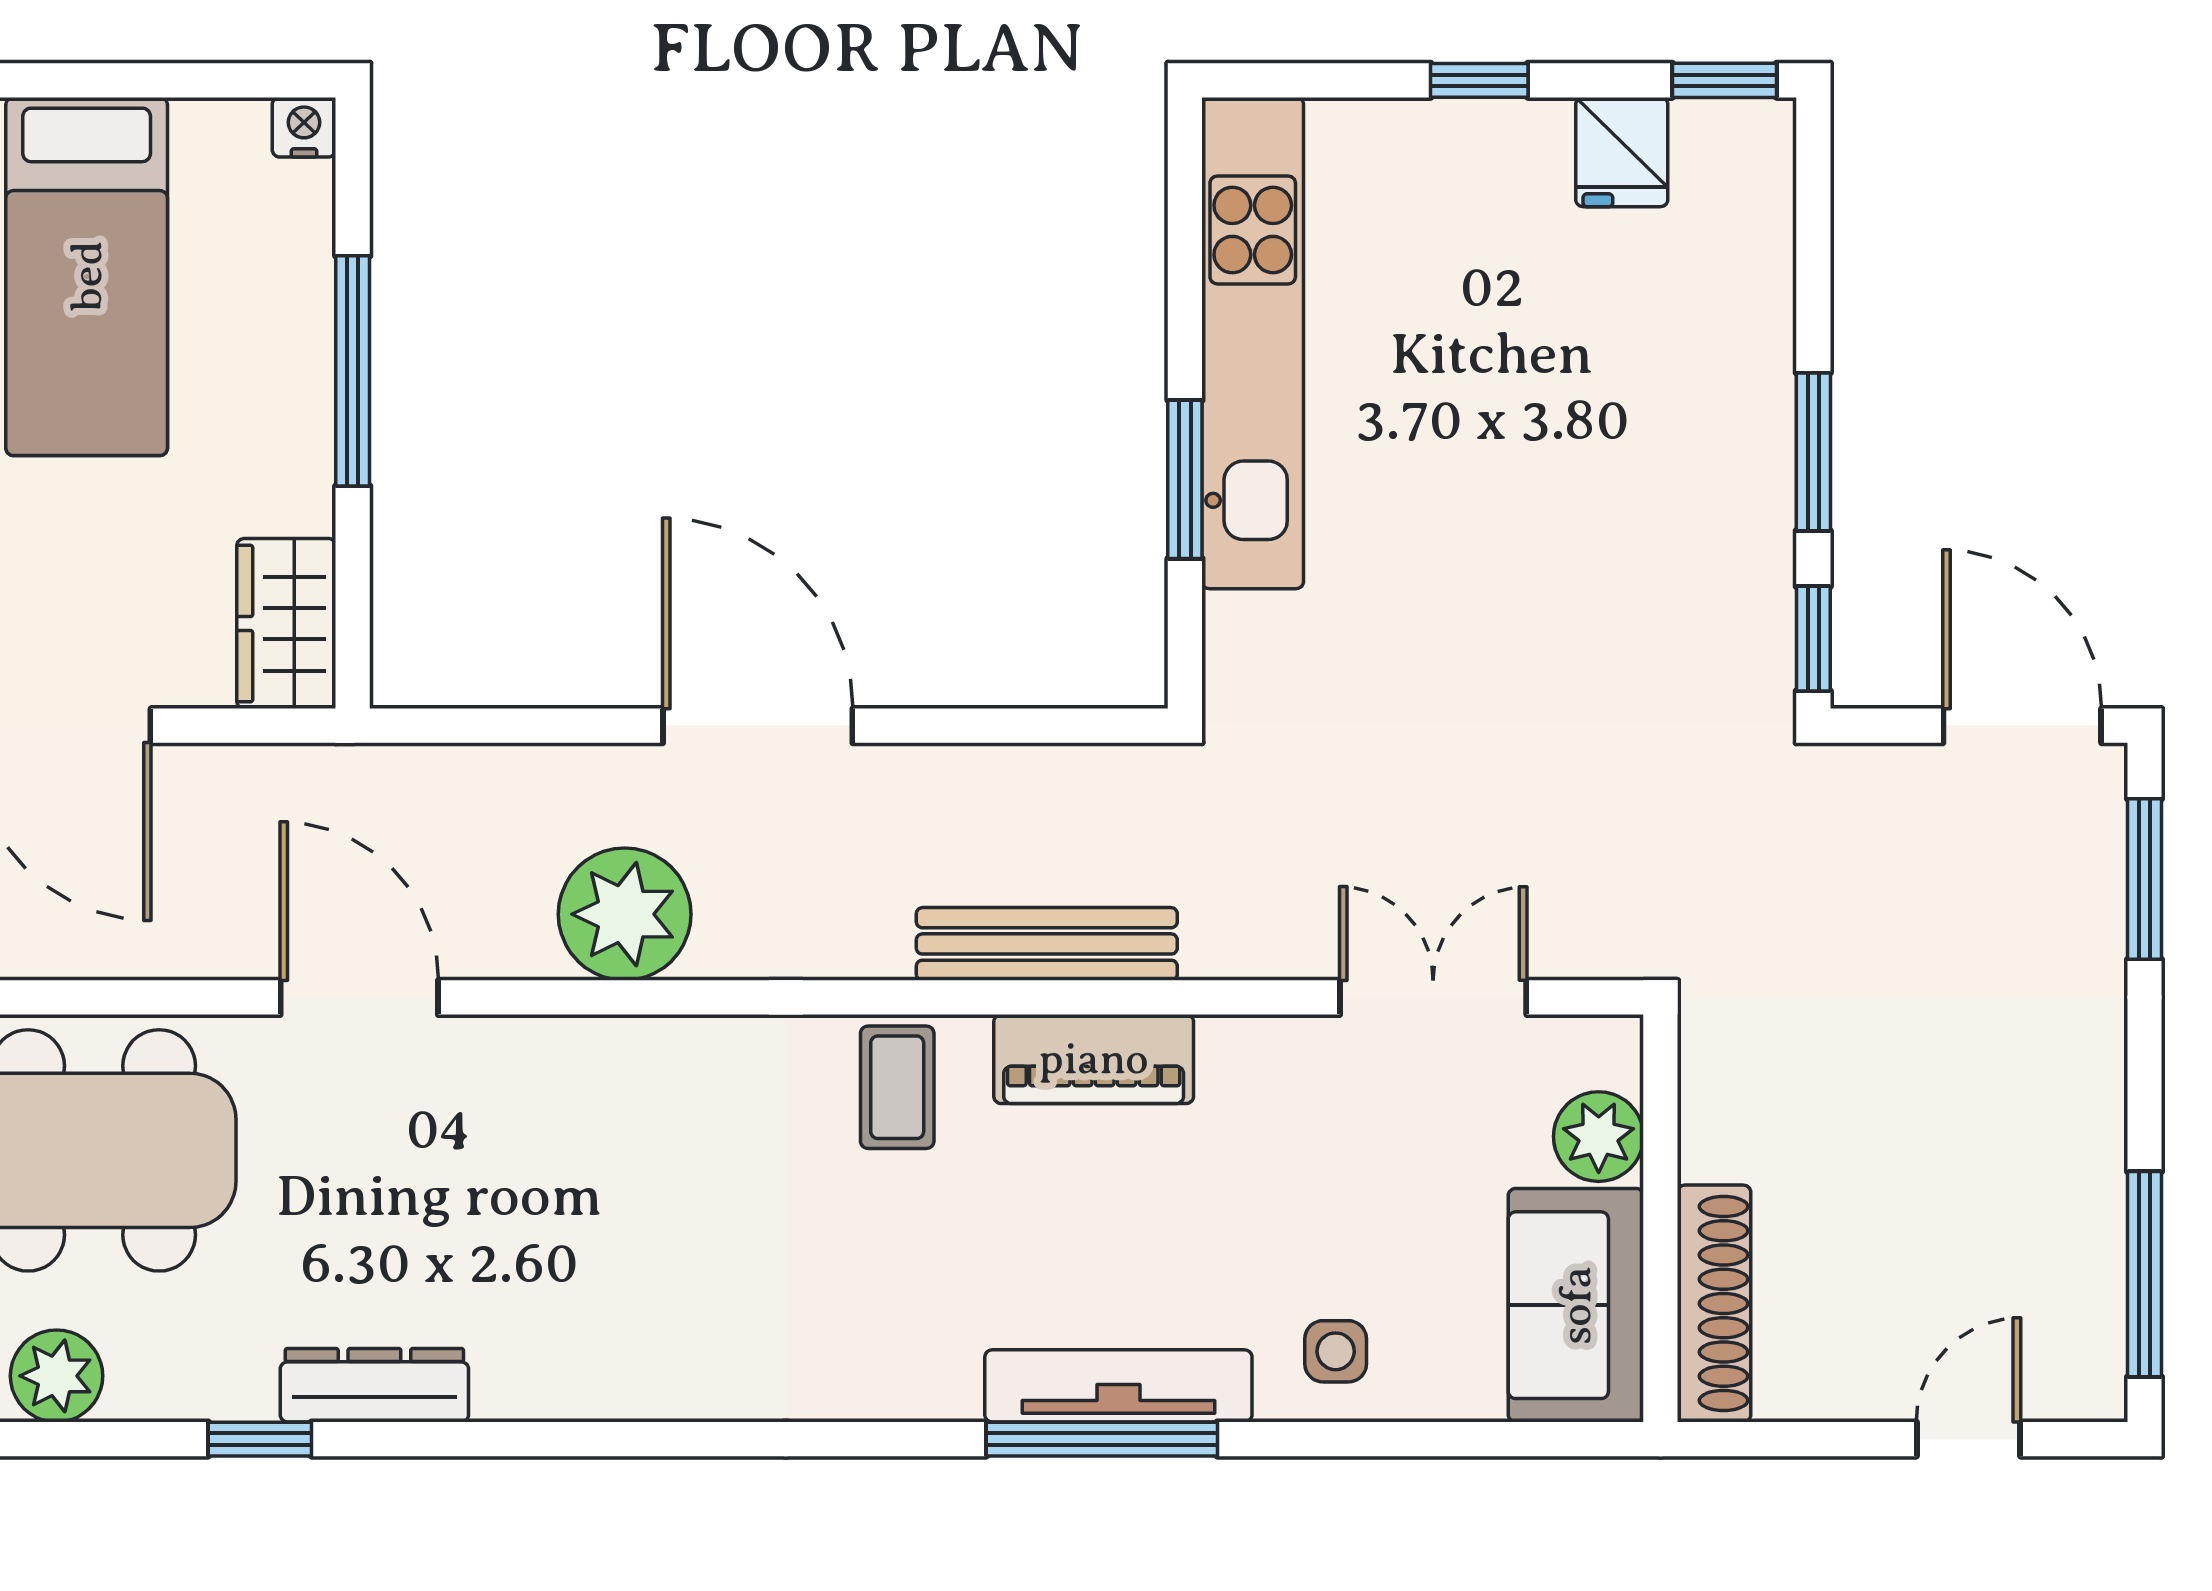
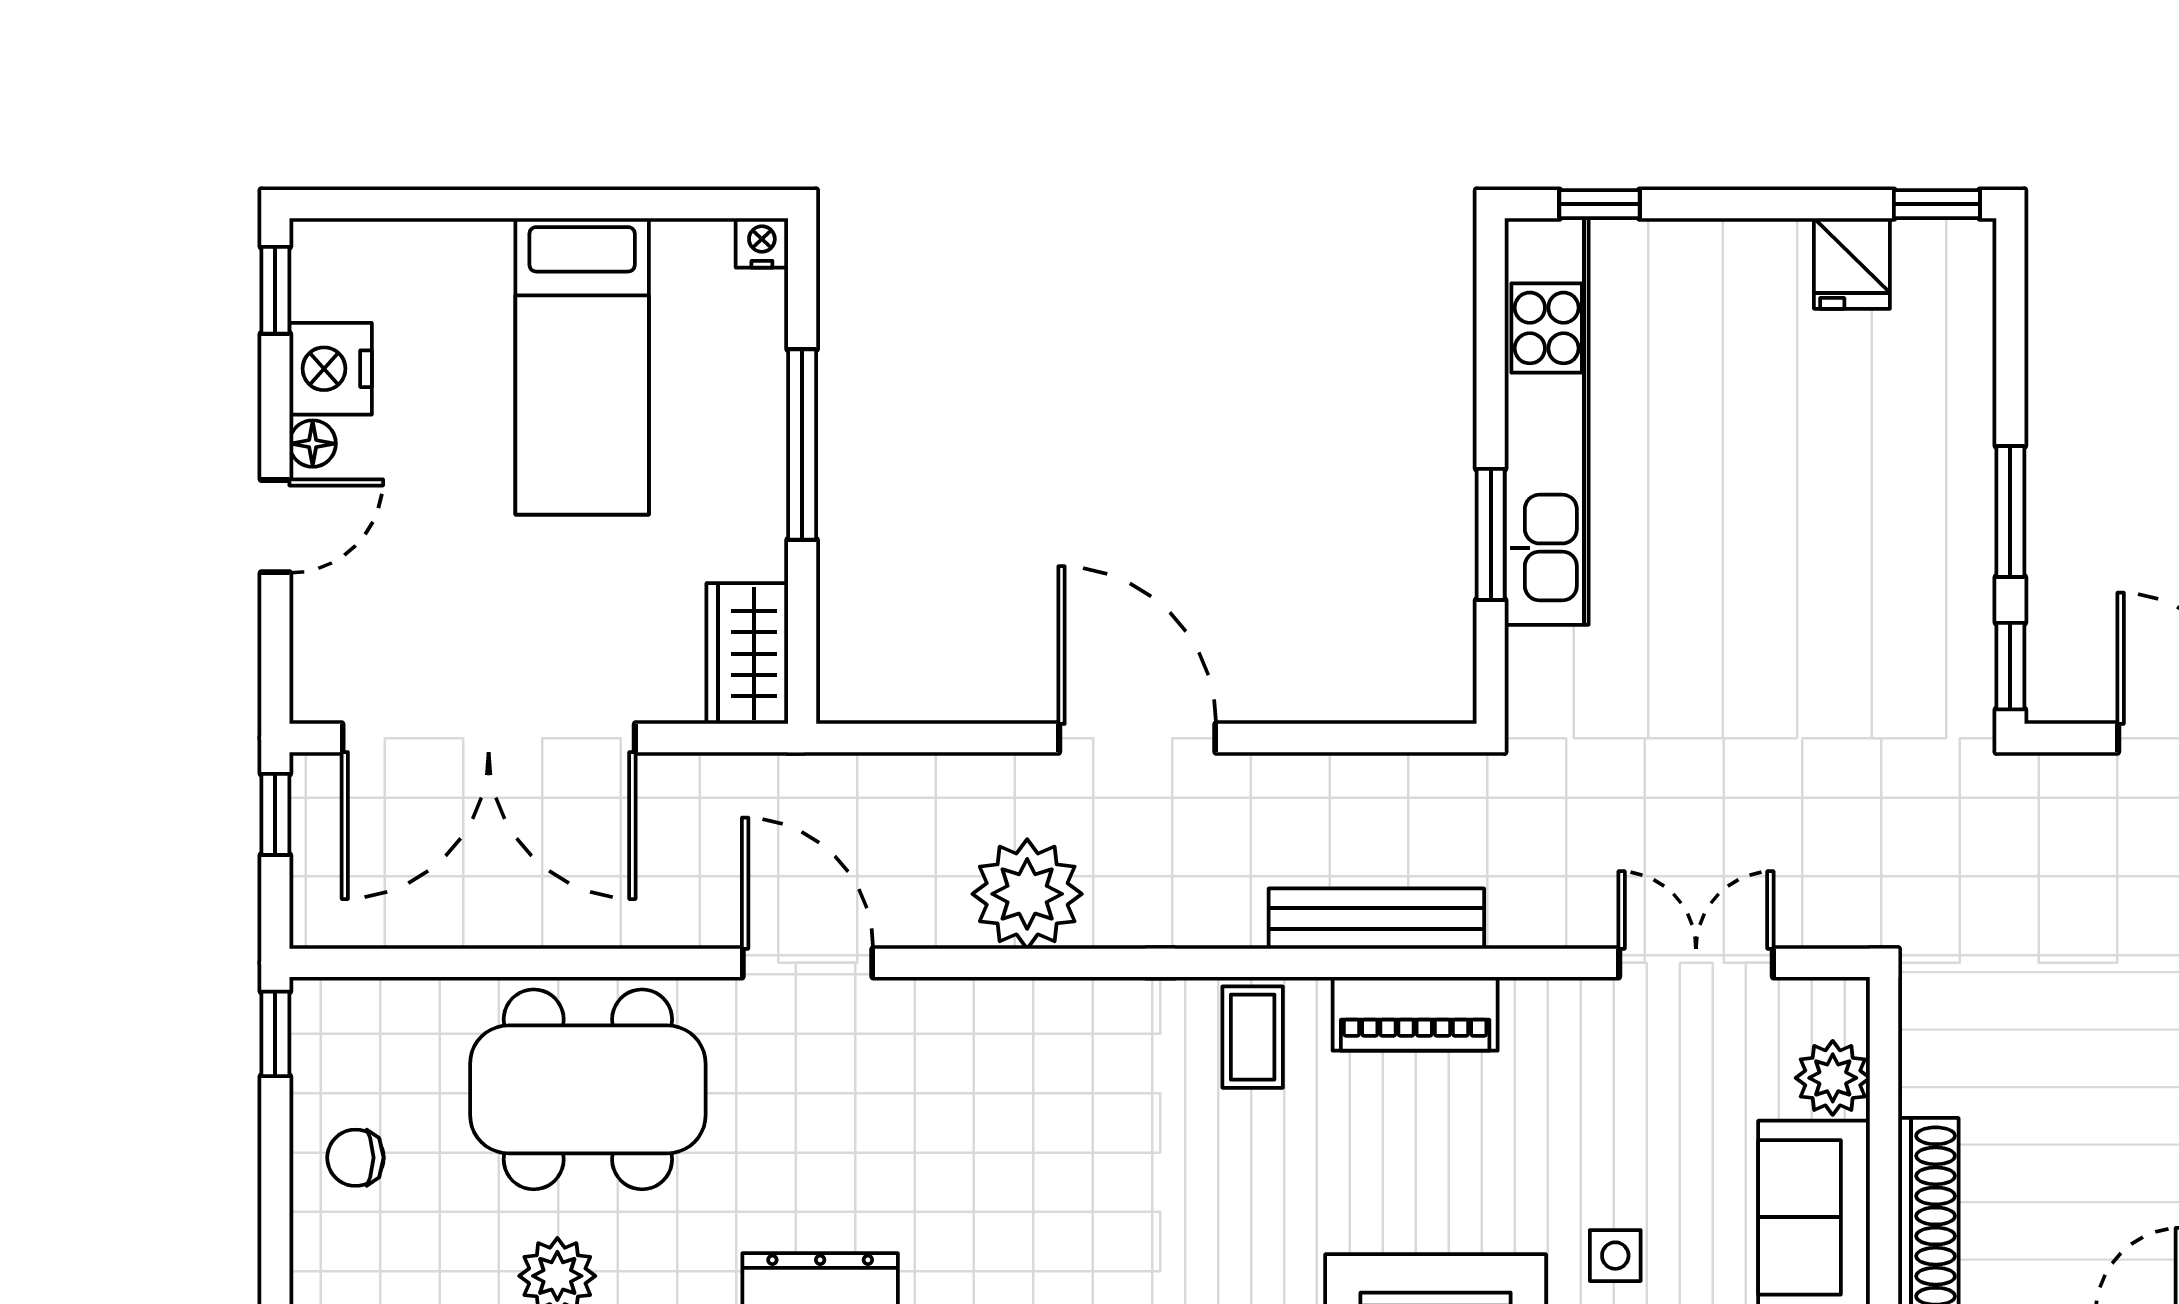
window: (1479, 80) -> (1600, 204), moved

